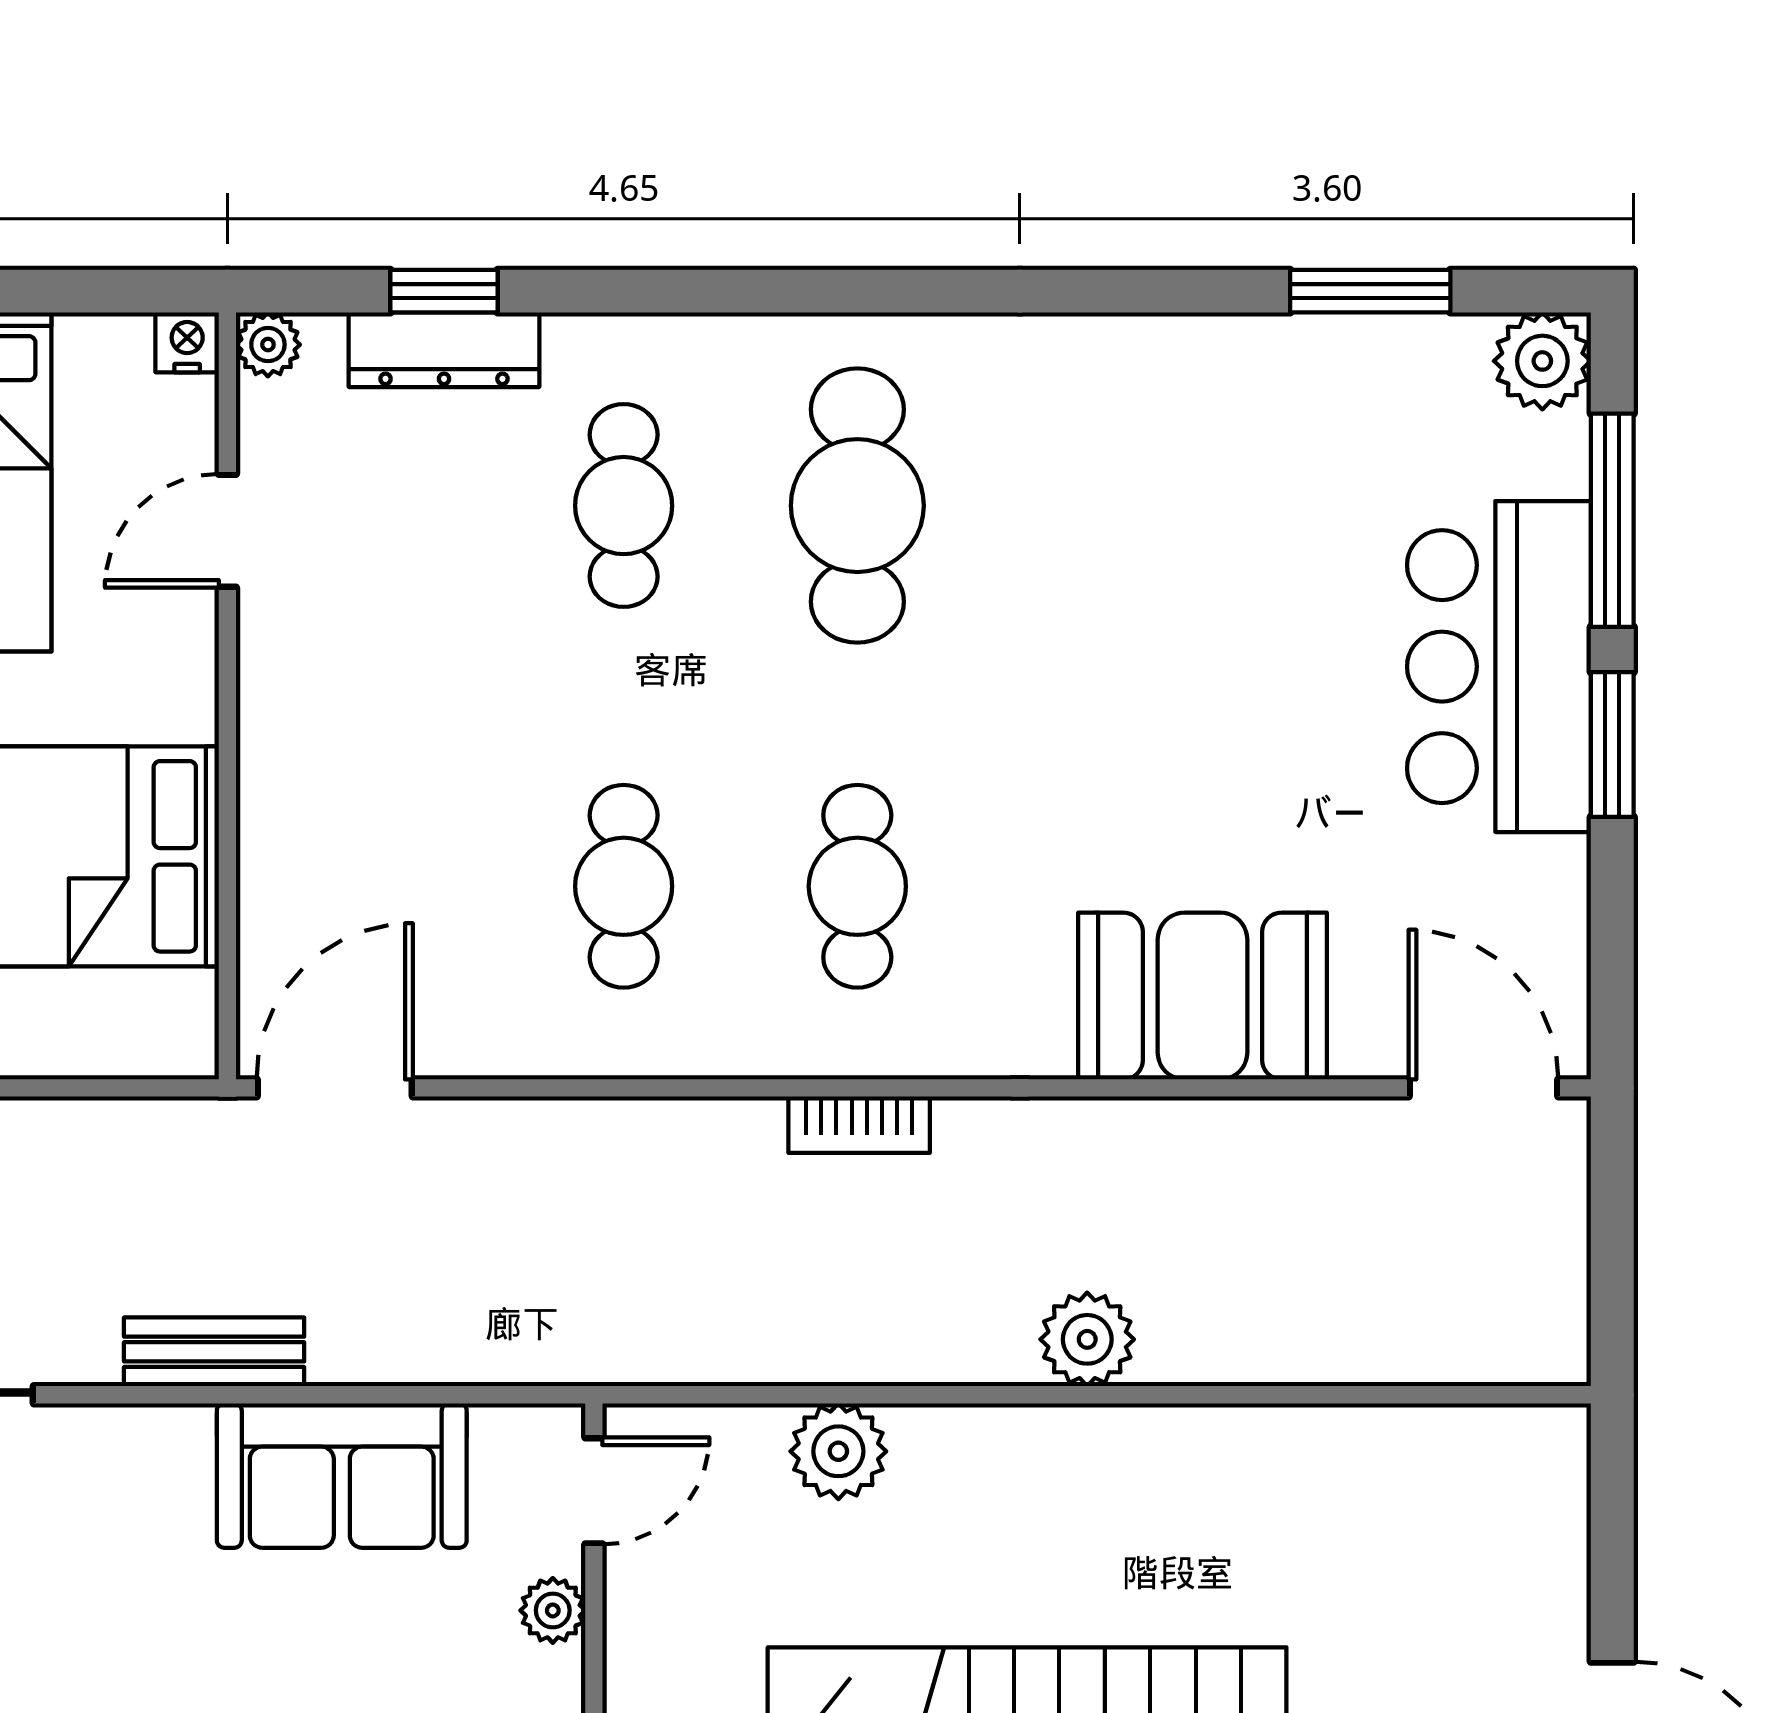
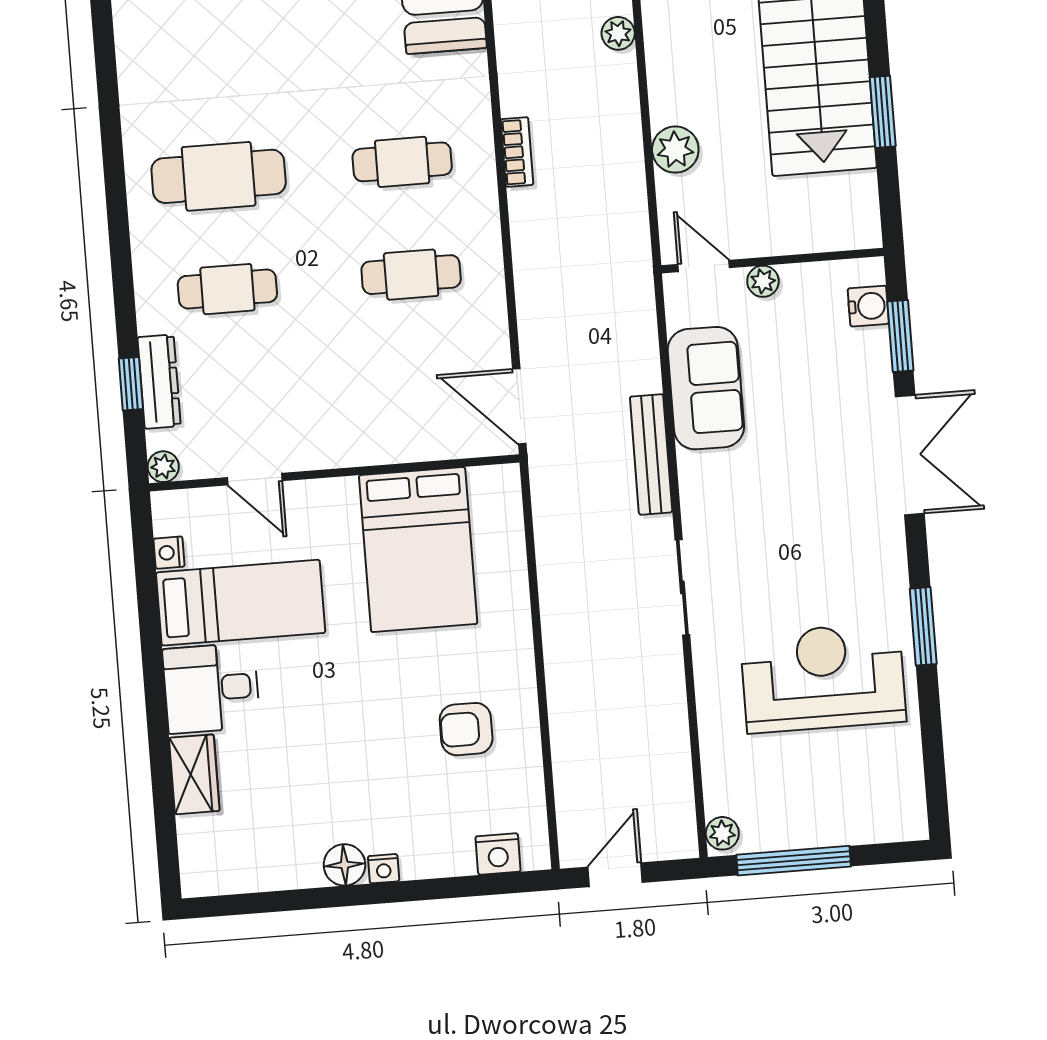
nightstand: (187, 342) -> (169, 553), moved
plant: (1087, 1339) -> (618, 33), width x0.73, depth x0.73
bench: (214, 1352) -> (651, 454), width x1.36

